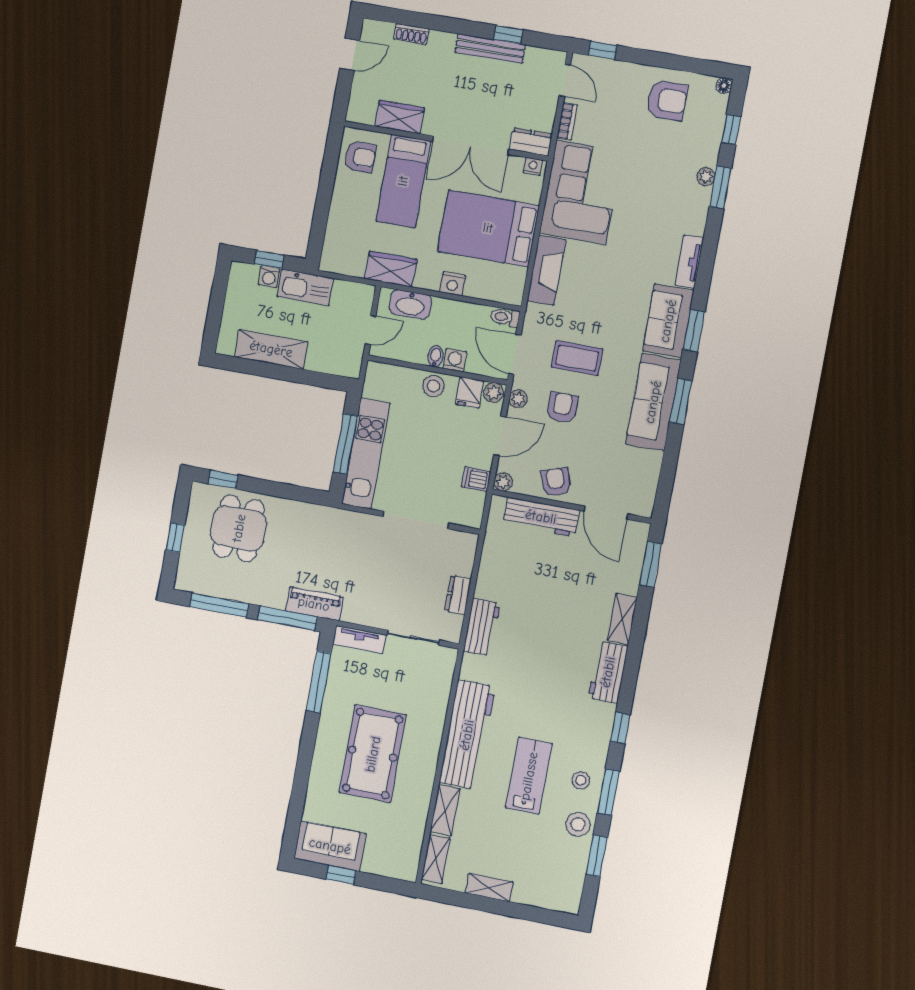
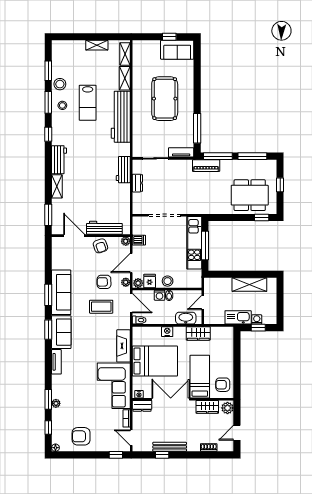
plant: (359, 108) -> (227, 408), added
armchair: (562, 408) -> (104, 282), turned 89
dining table: (239, 528) -> (250, 195), width x1.38

